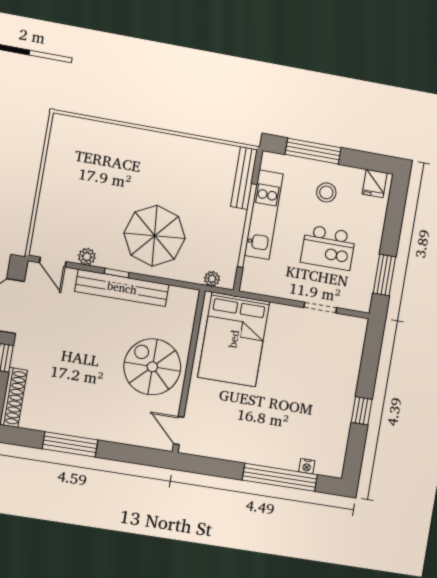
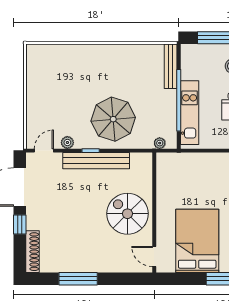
kitchen unit: (264, 215) -> (190, 113), moved
door: (53, 262) -> (44, 151), swing flipped
bed: (234, 339) -> (197, 241), moved, turned 180

